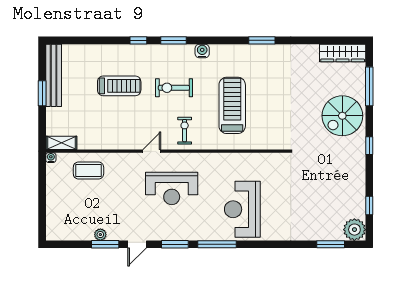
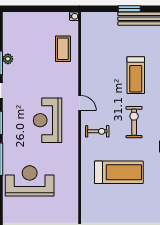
shelving: (61, 143) -> (87, 25), removed

